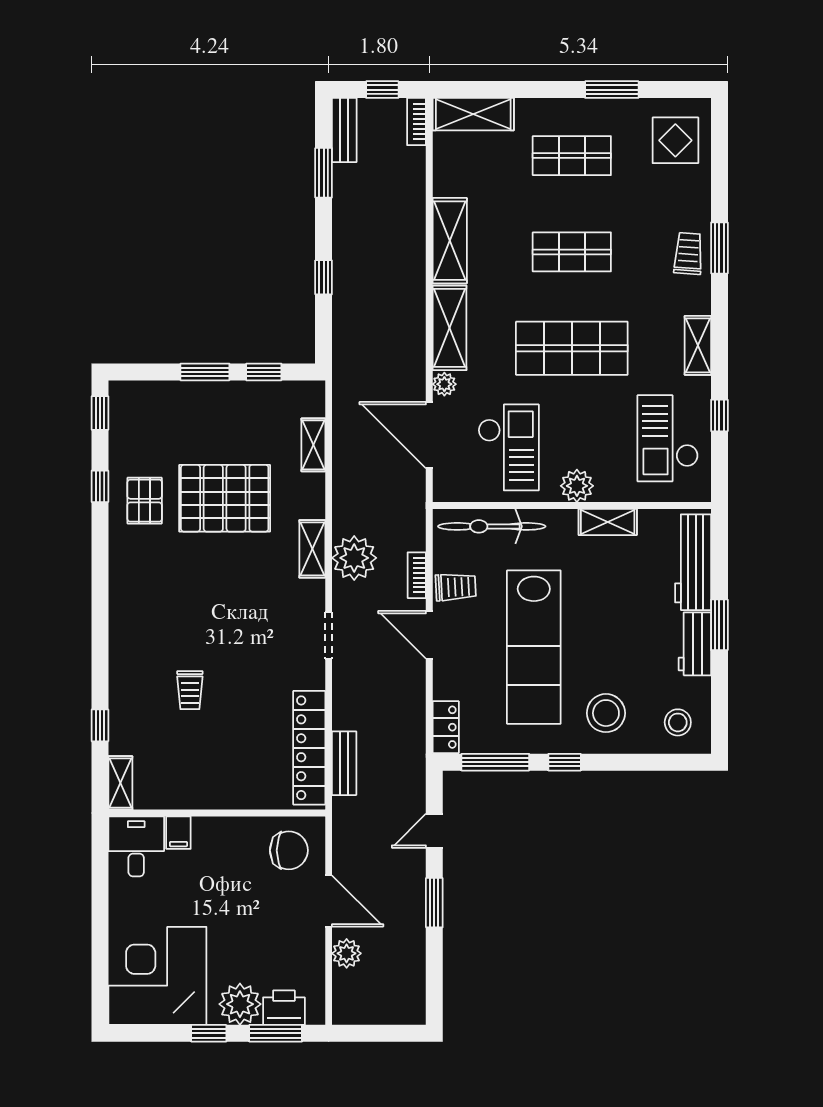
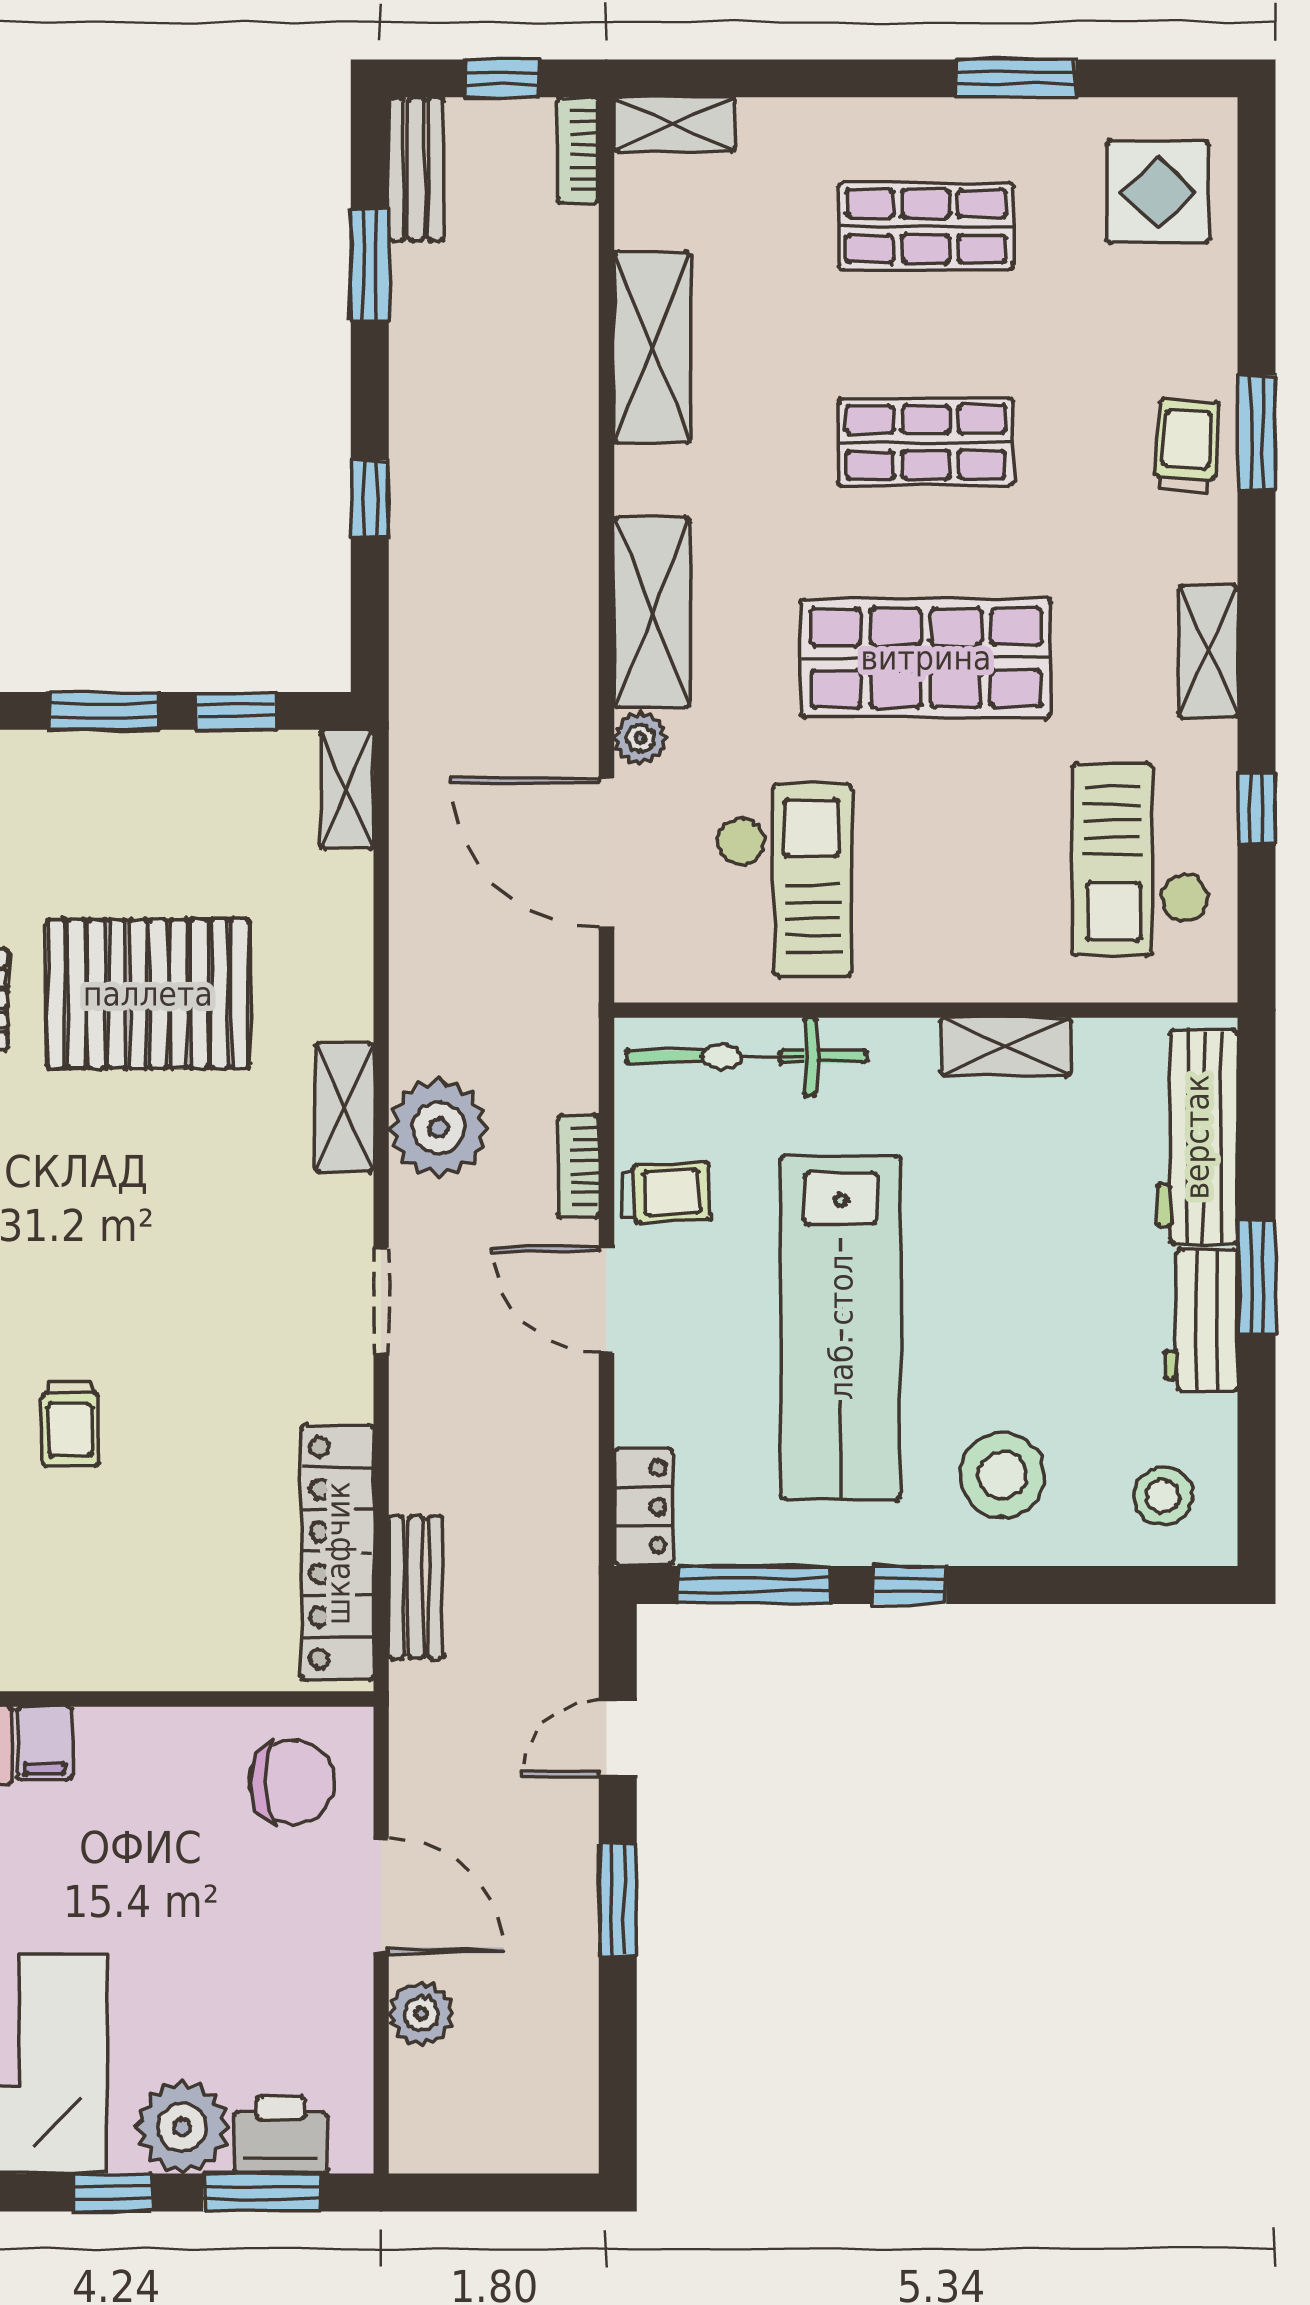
shelving: (473, 114) -> (675, 124), width x0.67, depth x0.75
shelving: (450, 241) -> (652, 347), moved
shelving: (313, 445) -> (347, 789), moved
plant: (577, 486) -> (937, 966), removed

